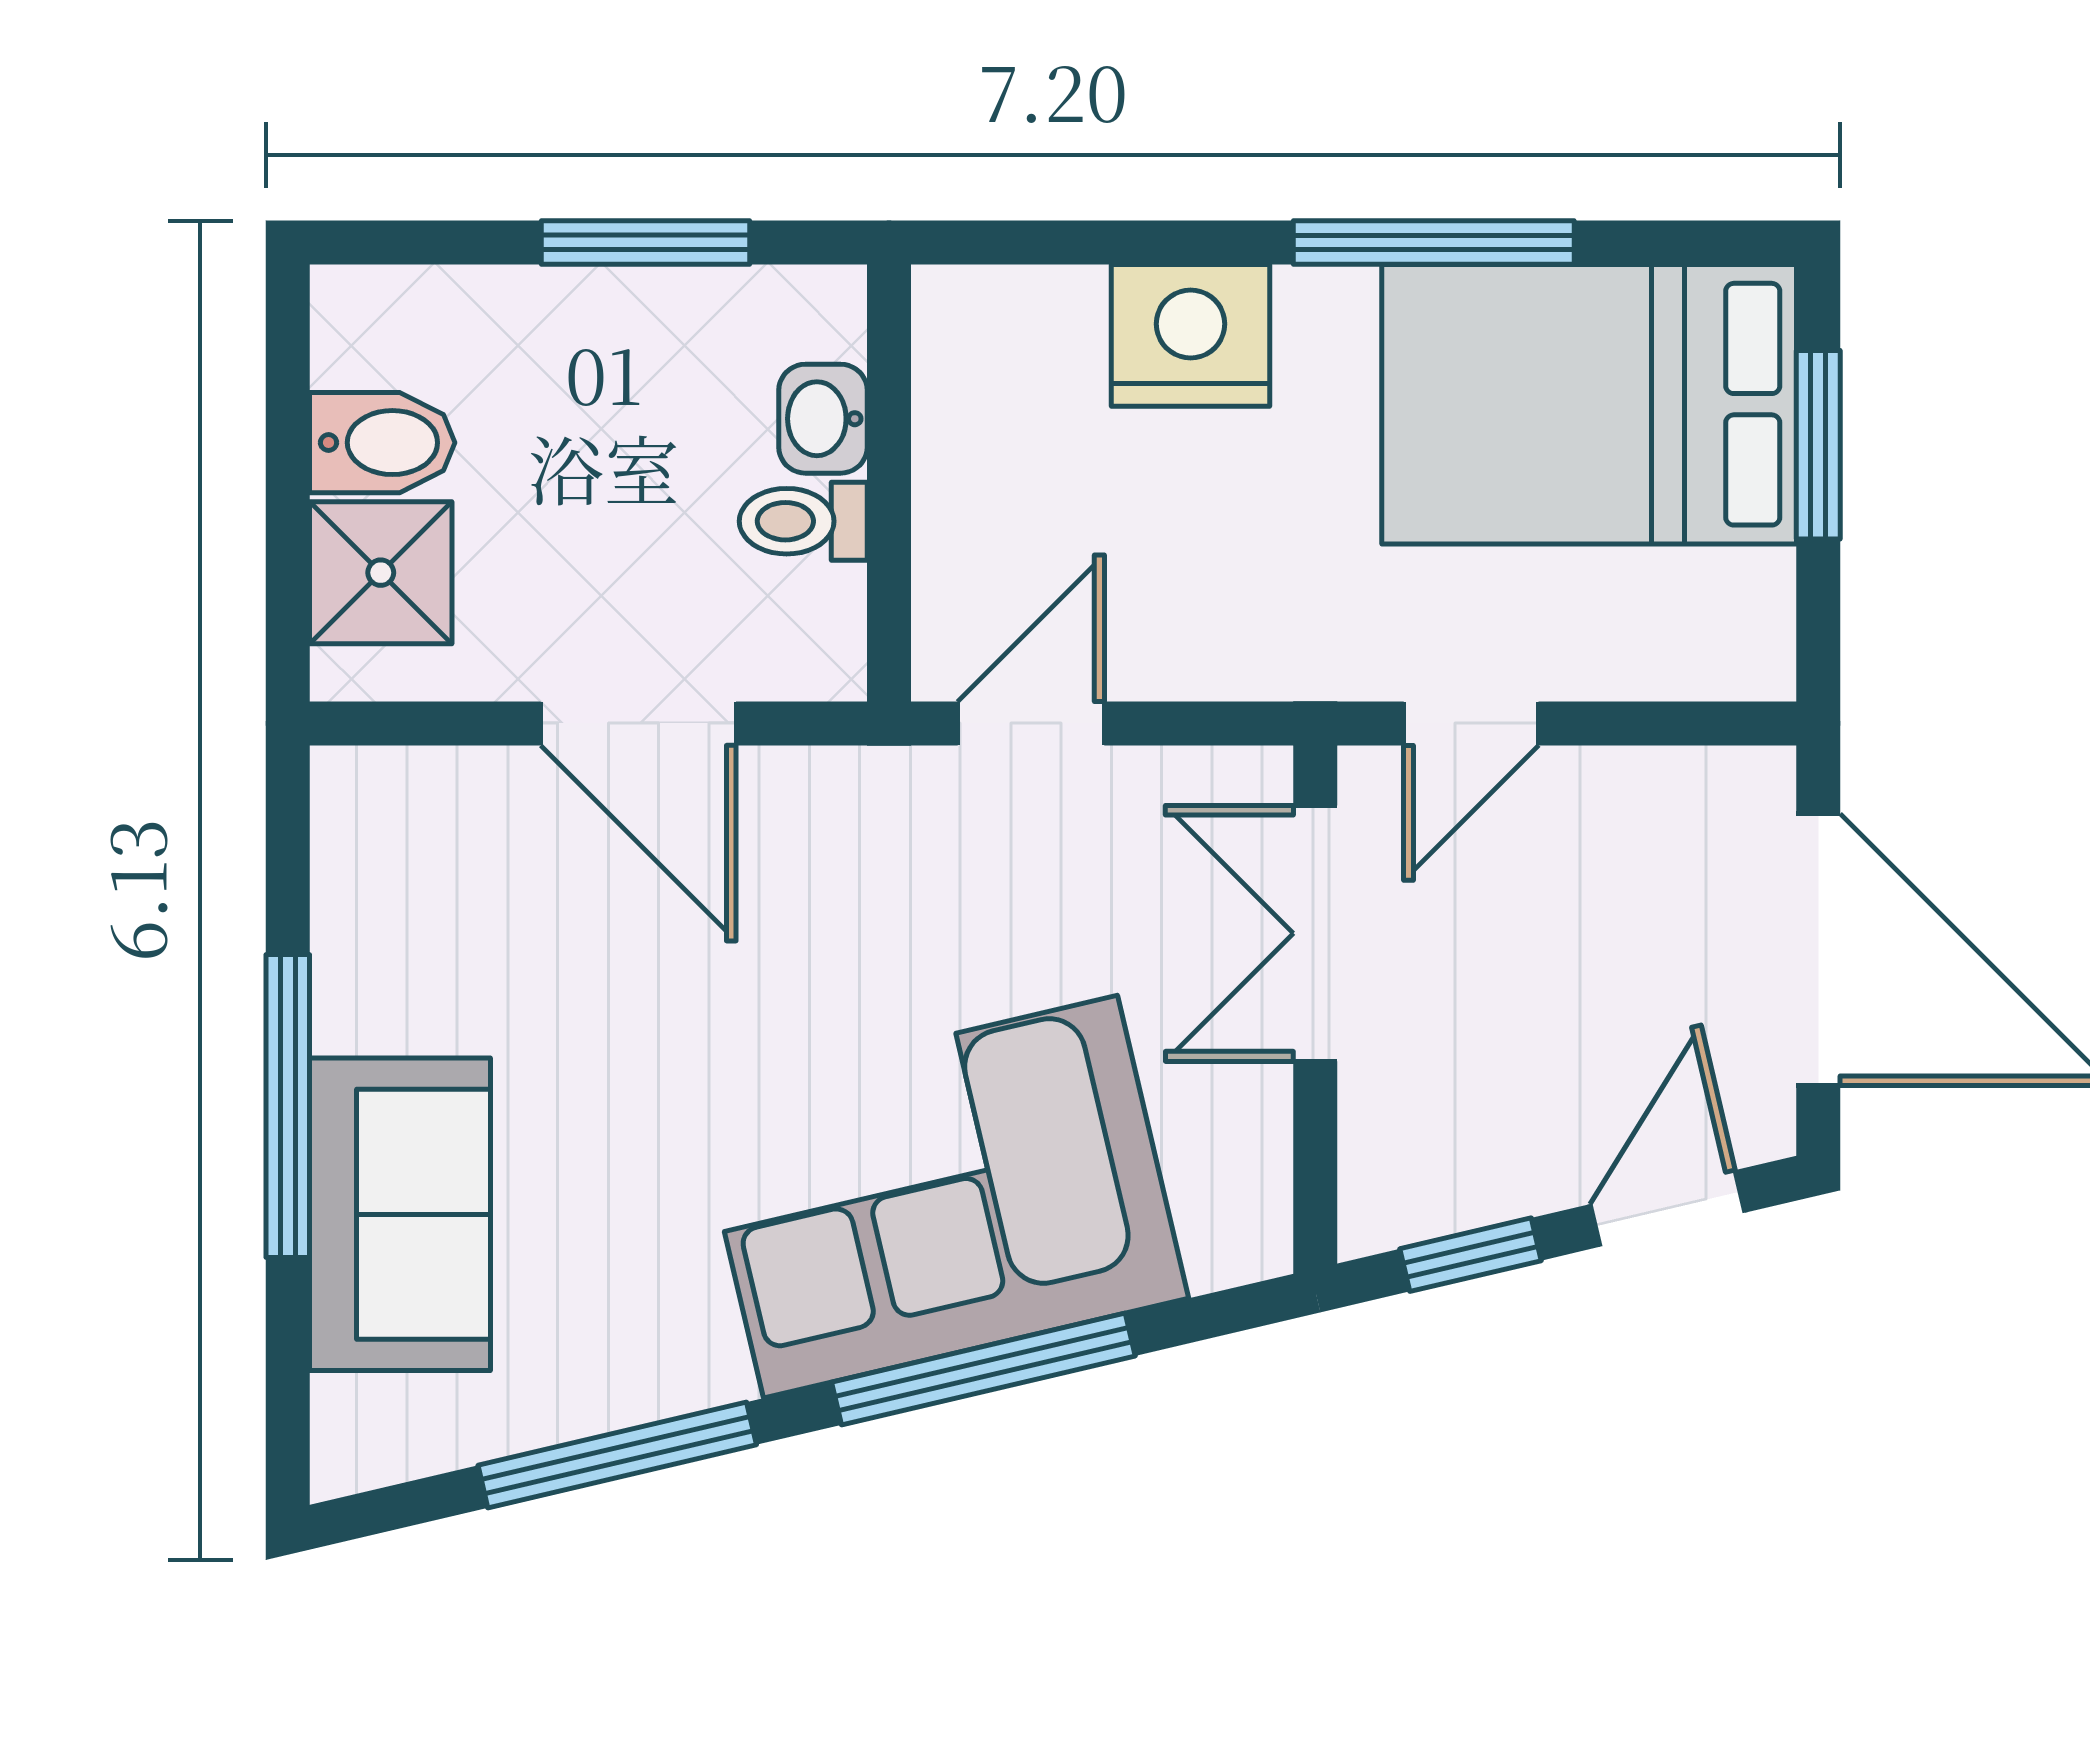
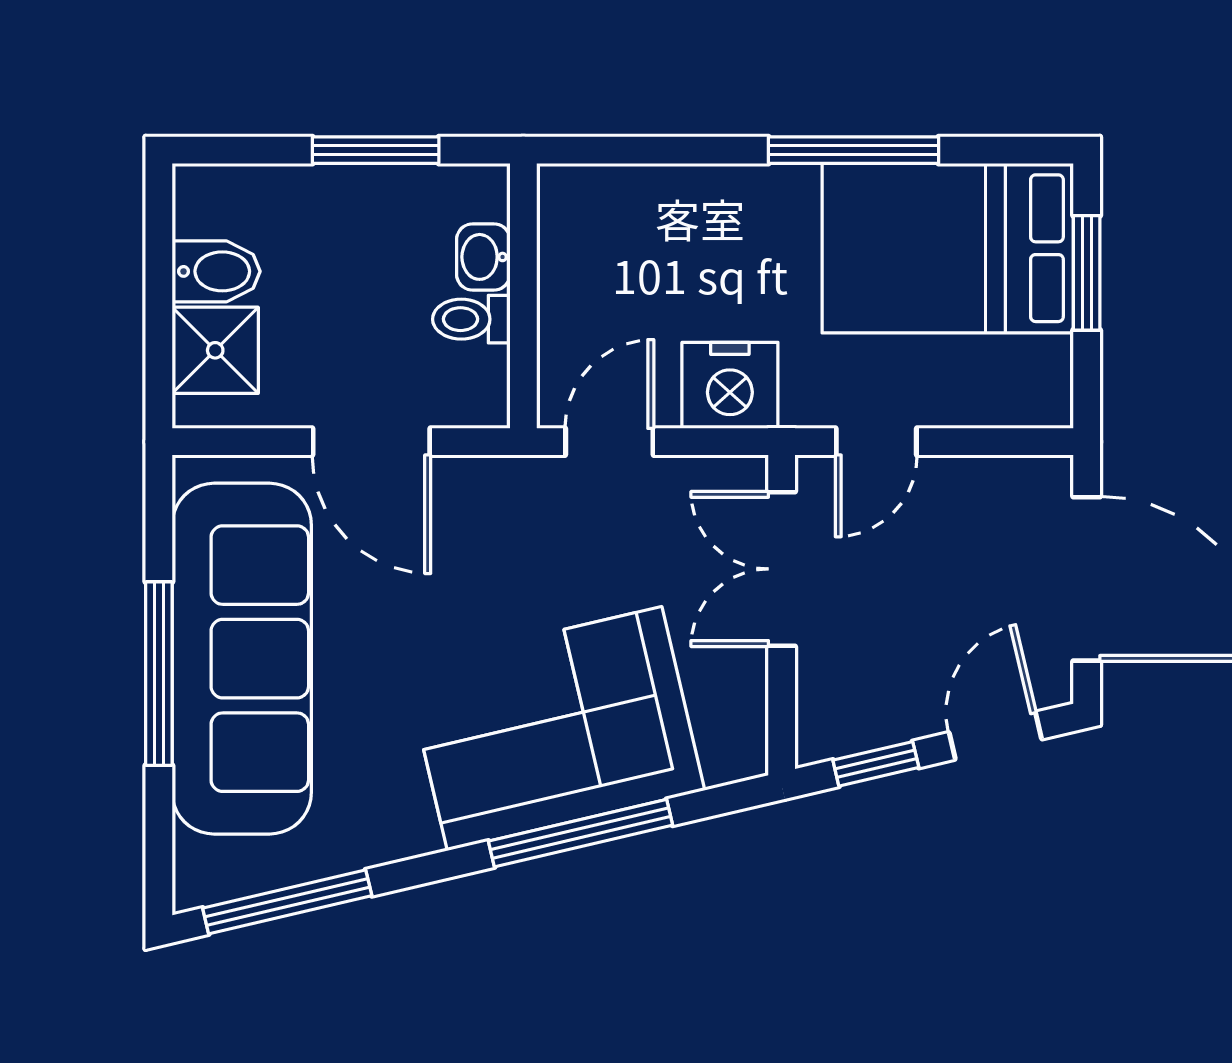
nightstand: (1191, 335) -> (730, 385), moved, turned 180
sofa: (400, 1214) -> (242, 659), width x1.85, depth x1.27
window: (617, 1455) -> (287, 902), moved

